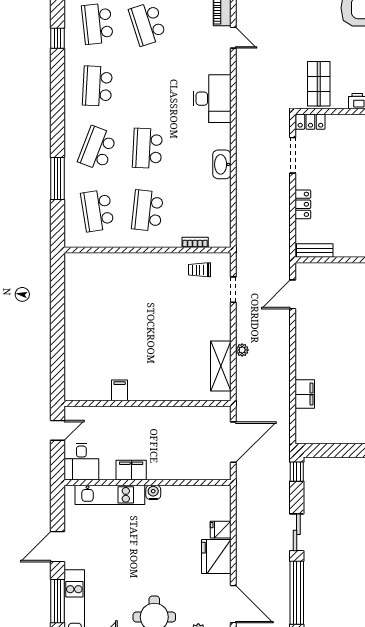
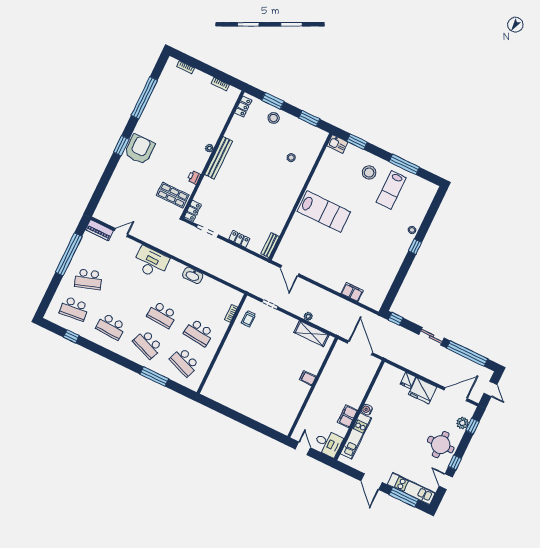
school desk: (97, 211) -> (184, 362), turned 30
filing cabinet: (120, 390) -> (308, 378), moved

